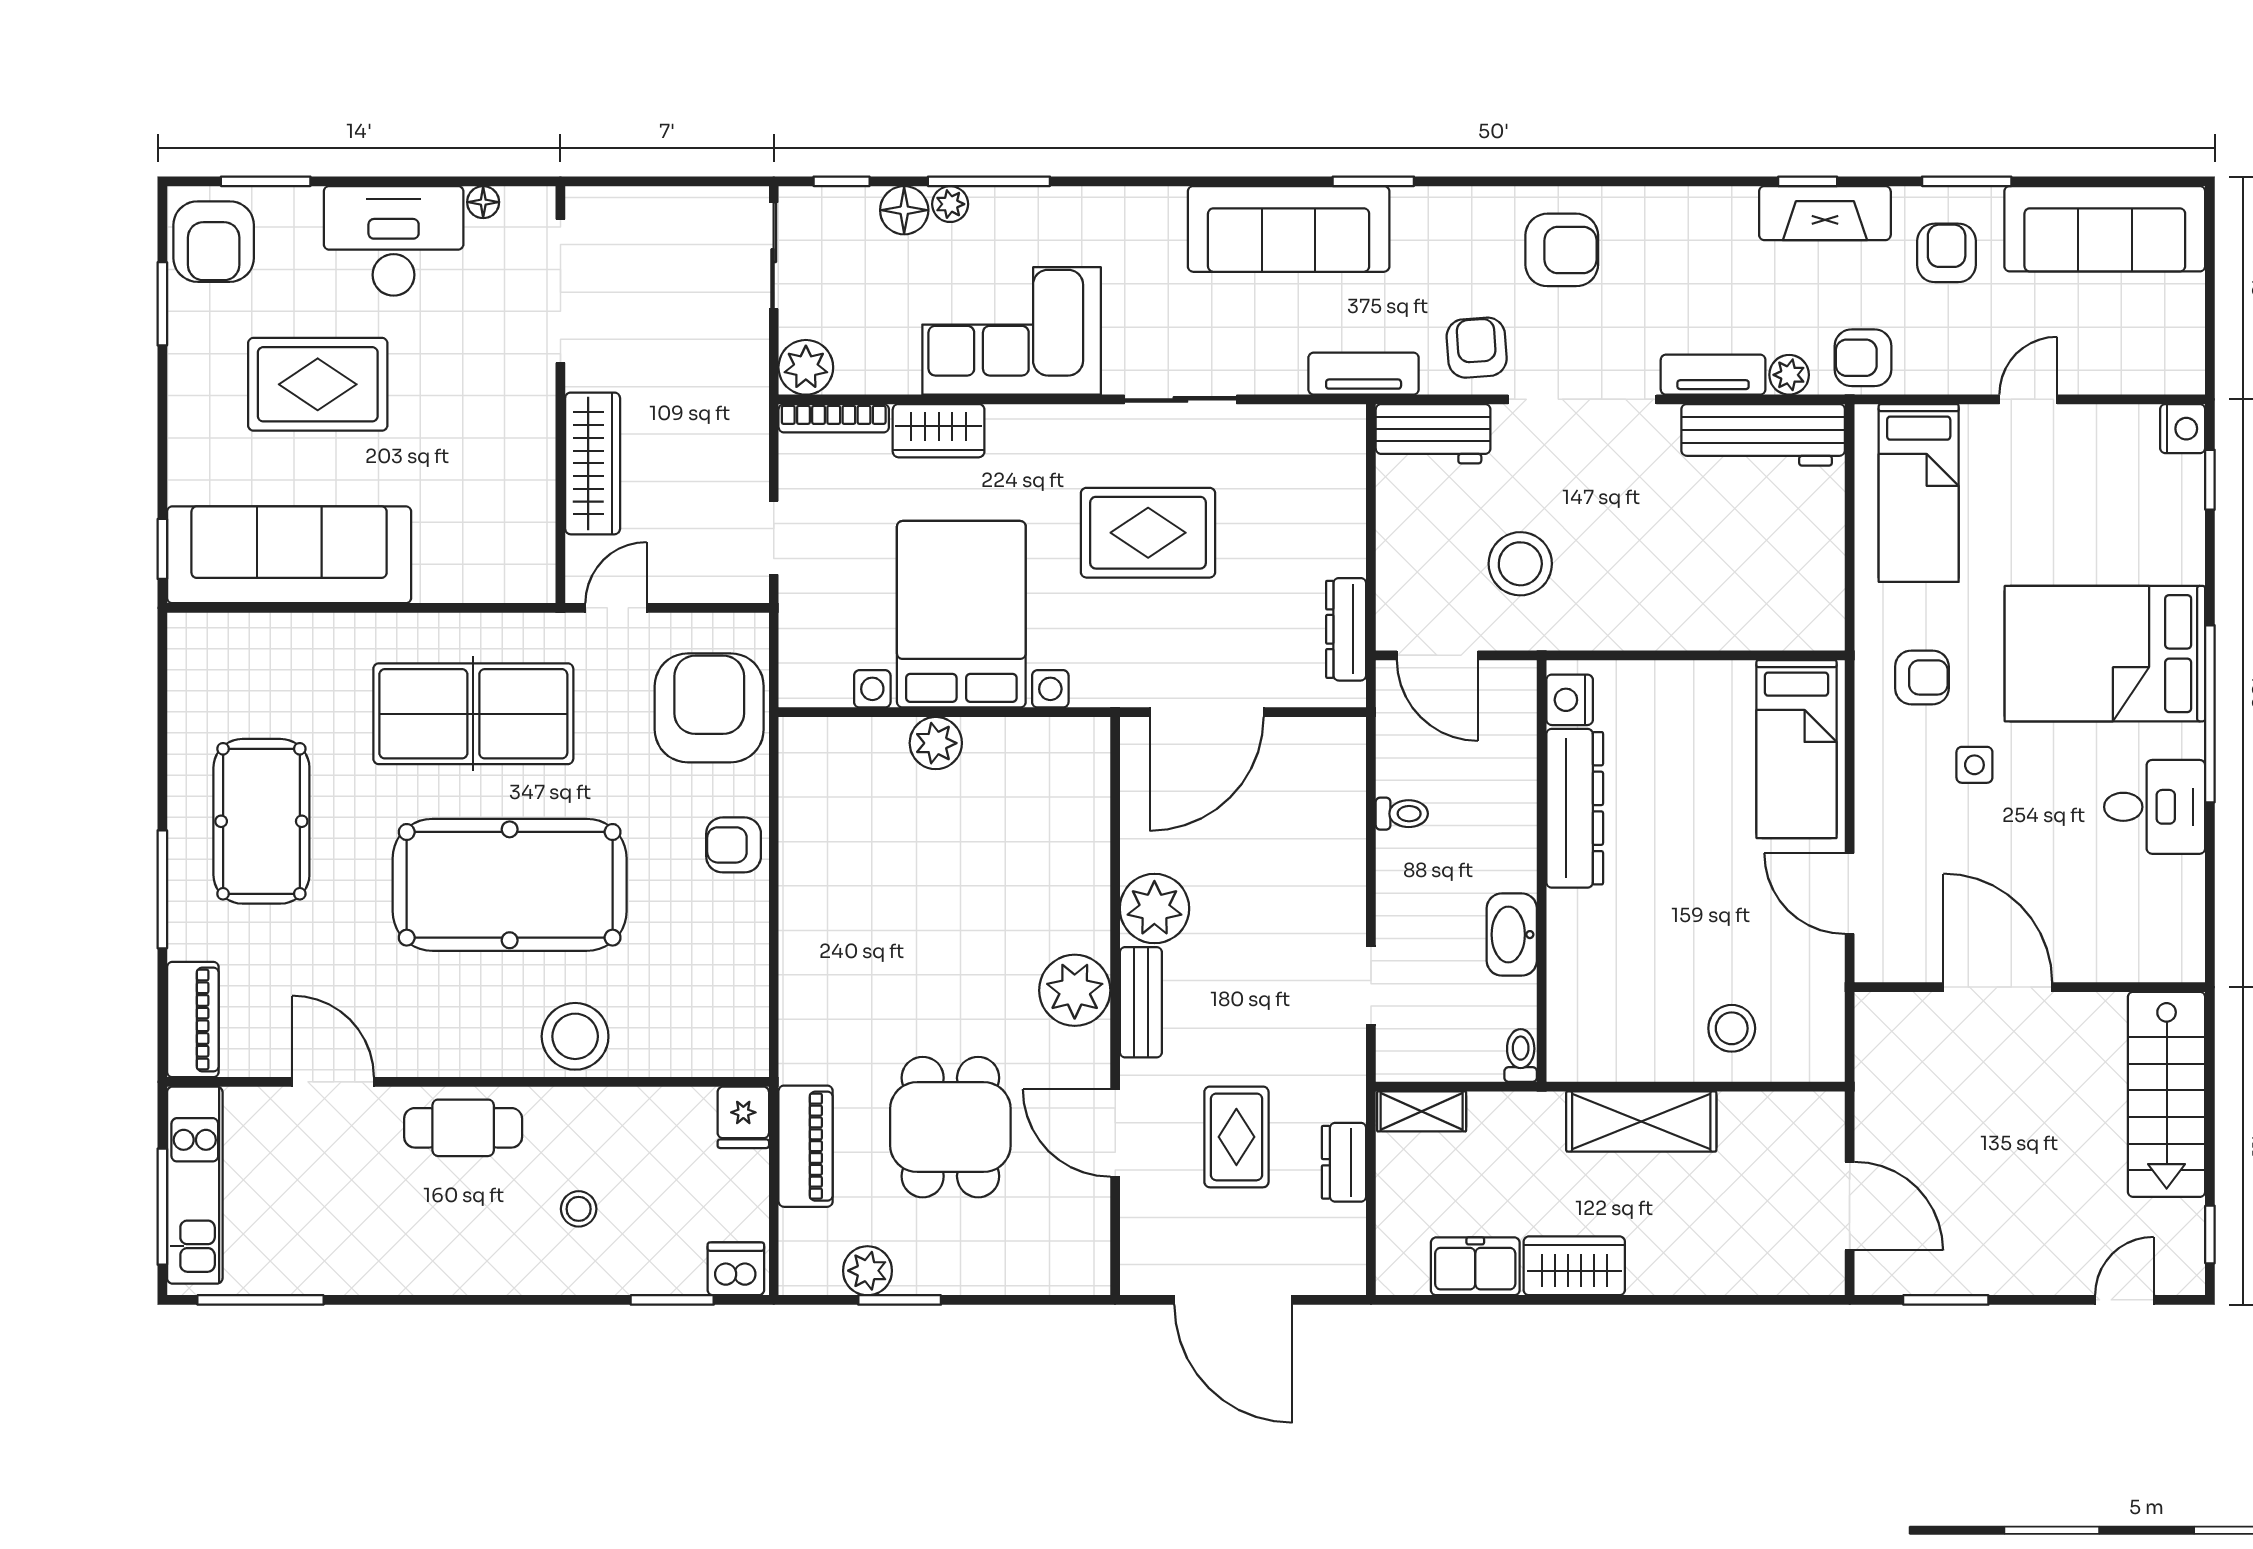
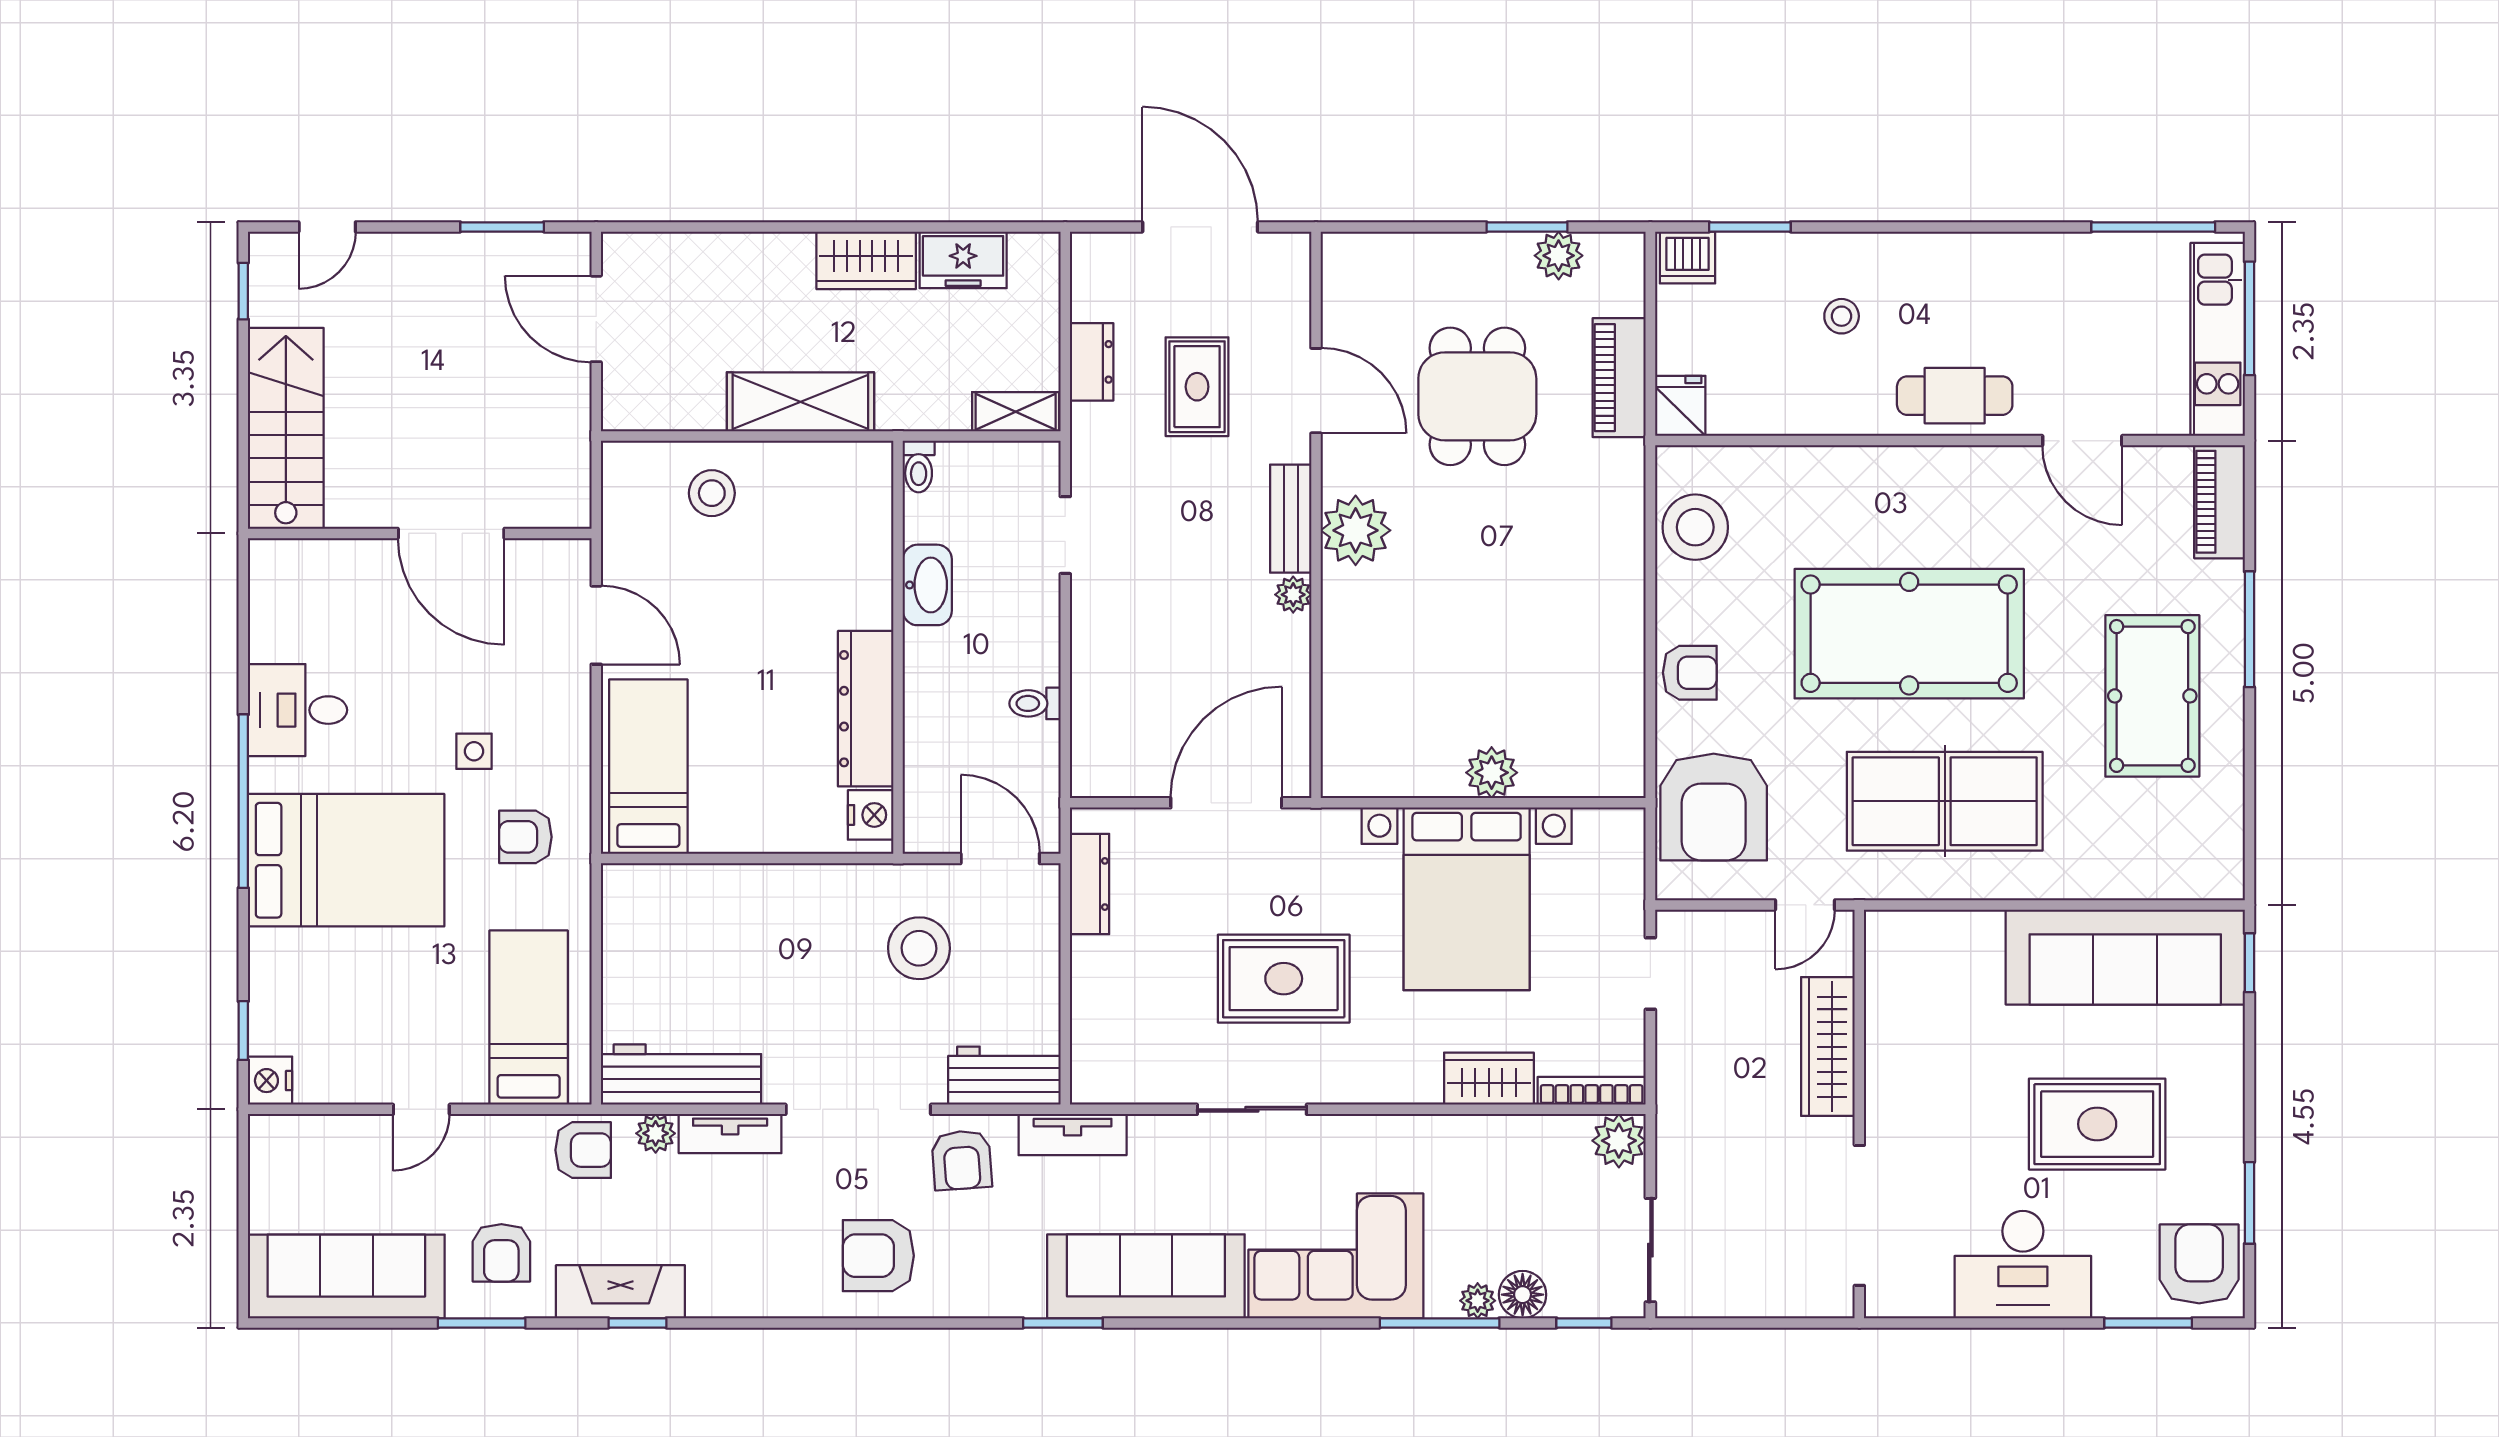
floor lamp: (483, 202) -> (1935, 1303), removed
corner sofa: (1012, 331) -> (1336, 1256), moved, turned 180
plant: (1154, 909) -> (1293, 595), width x0.53, depth x0.53
stool: (575, 1036) -> (1695, 527), moved

